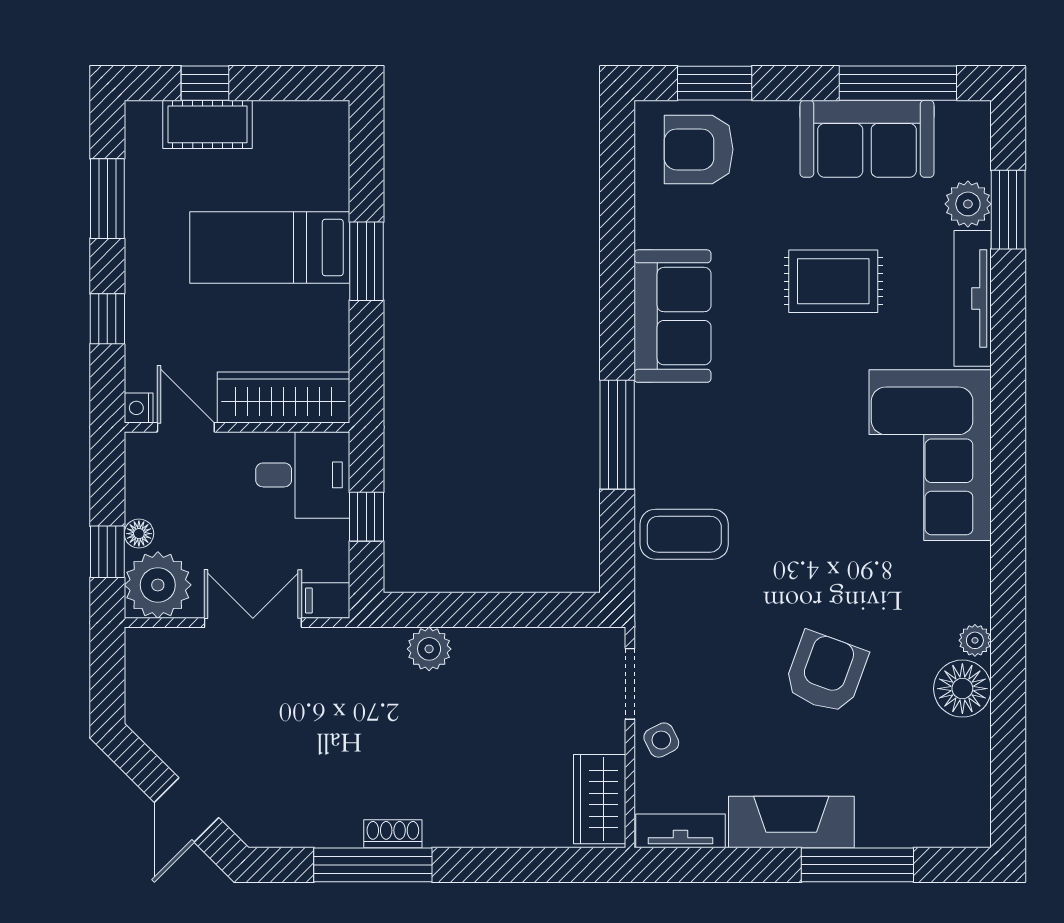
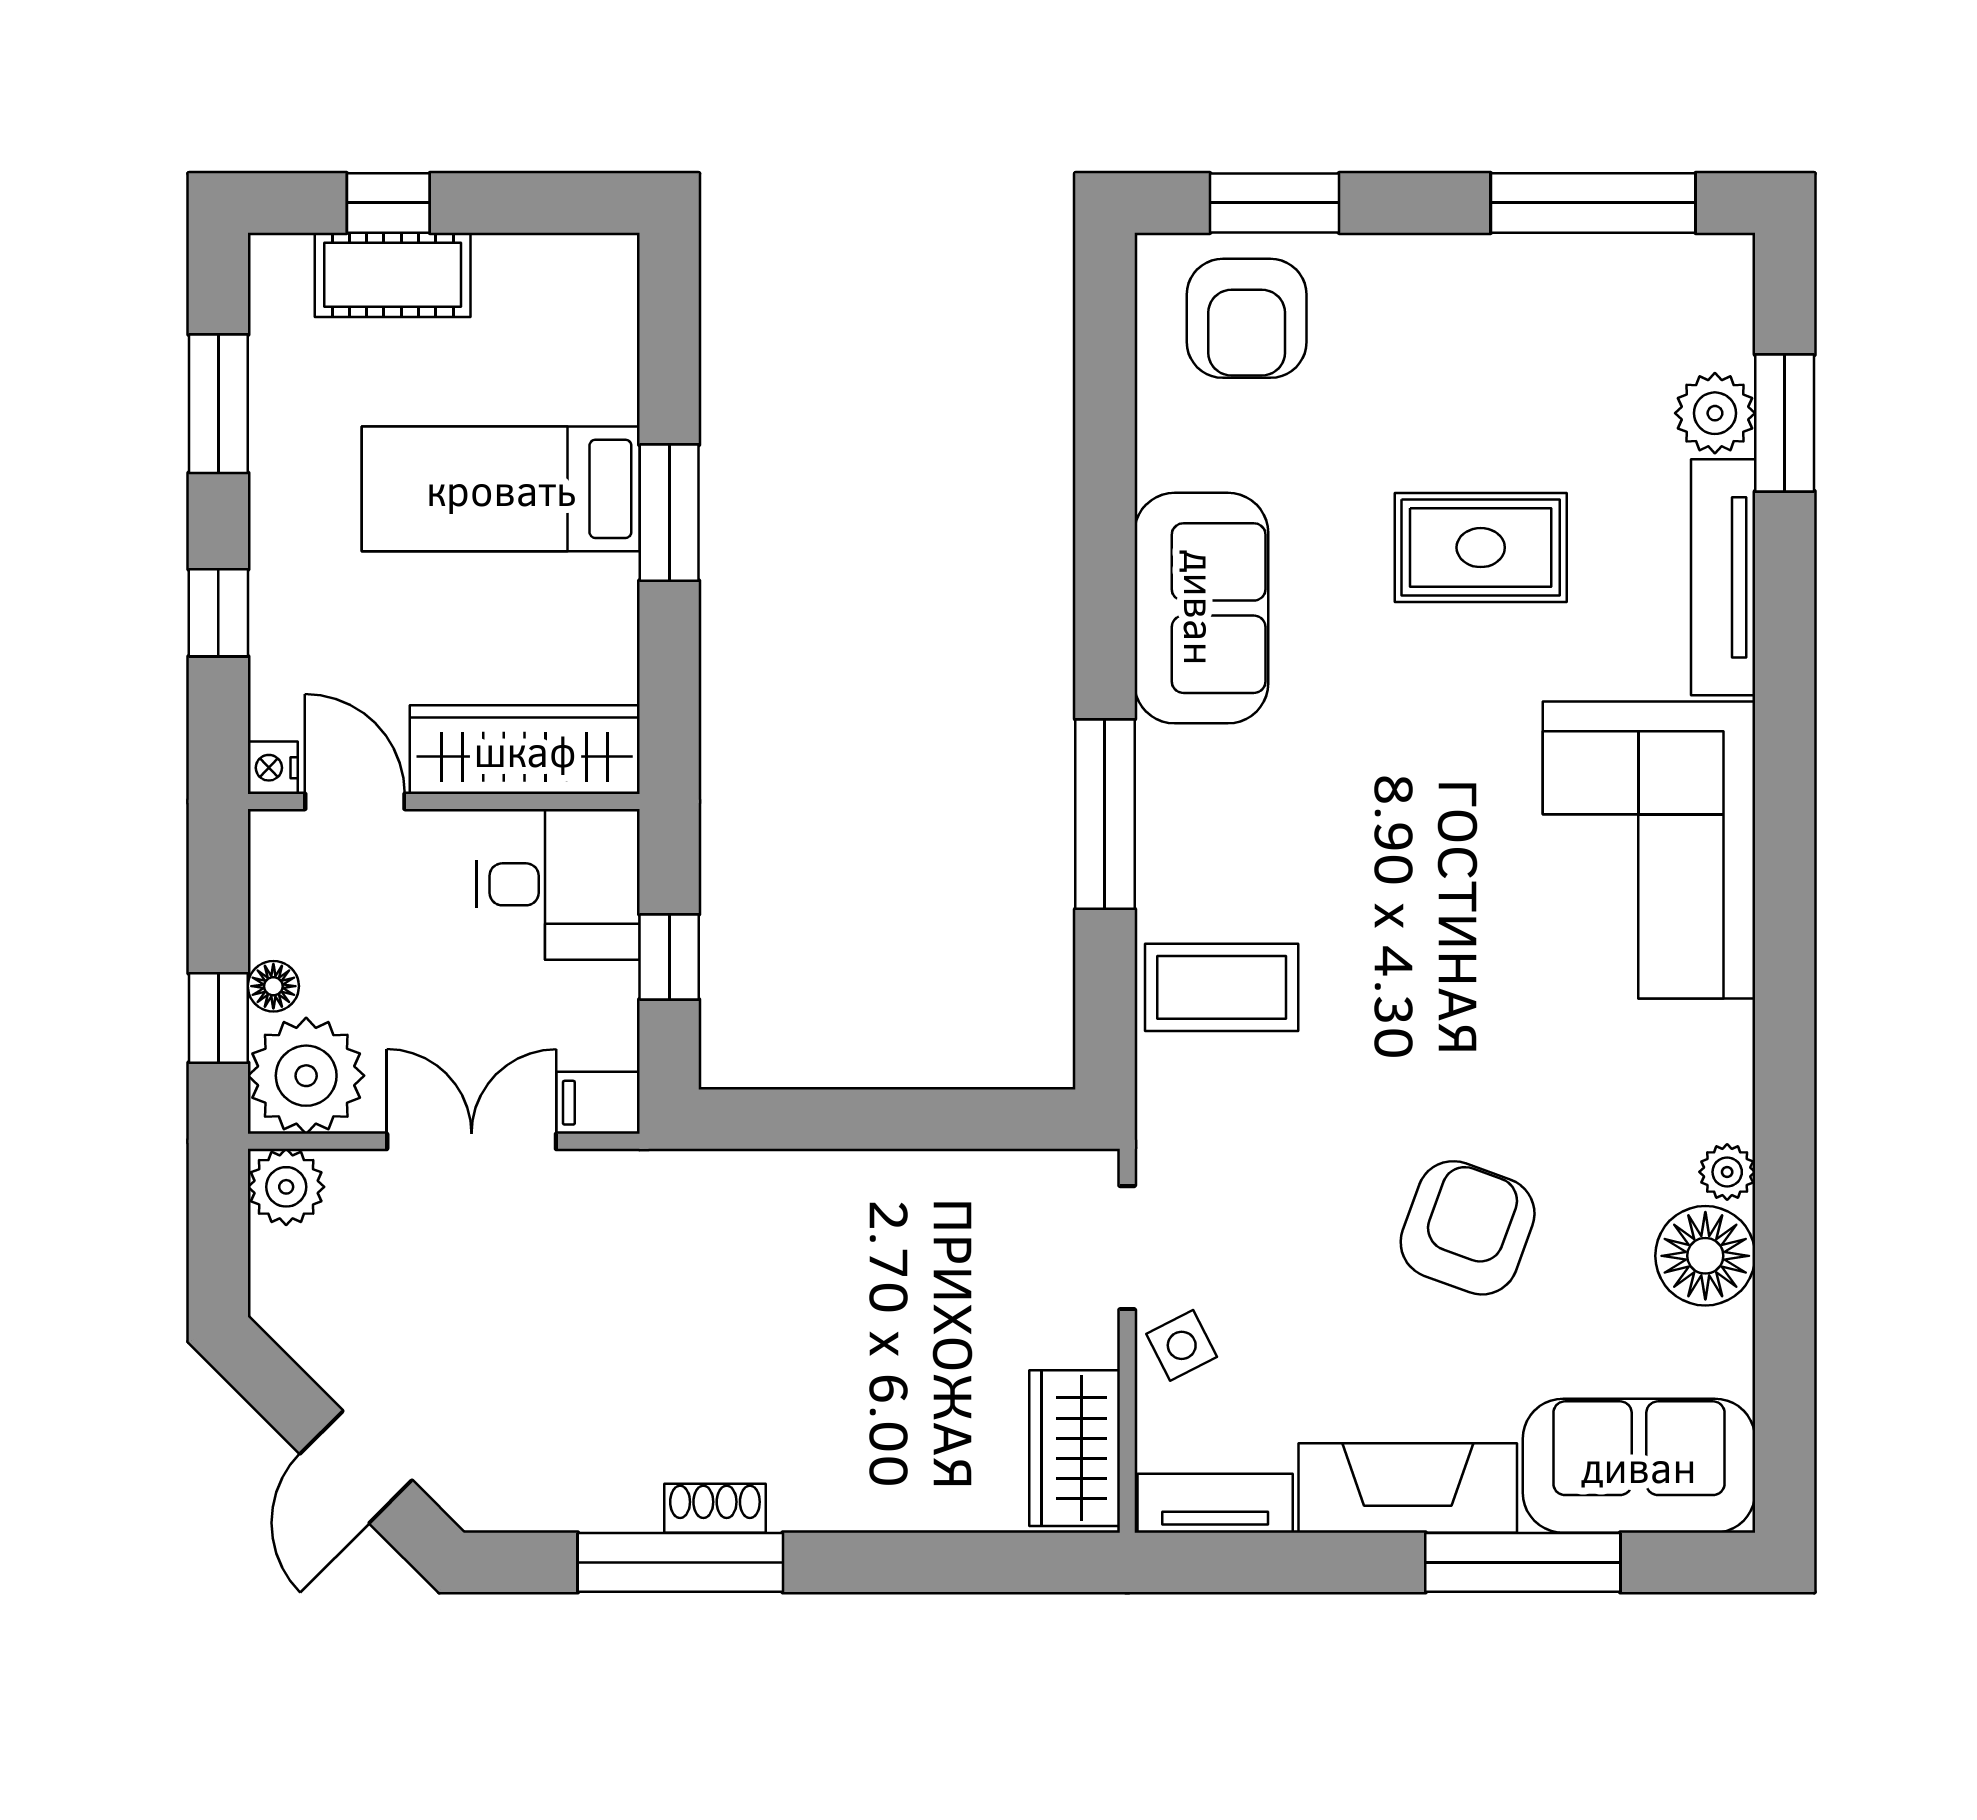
sofa: (867, 139) -> (1639, 1466), moved, turned 180
armchair: (699, 149) -> (1247, 318), turned -90
plant: (429, 649) -> (286, 1187), moved

